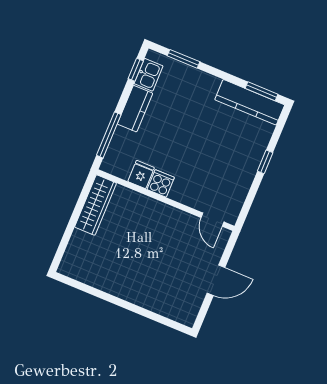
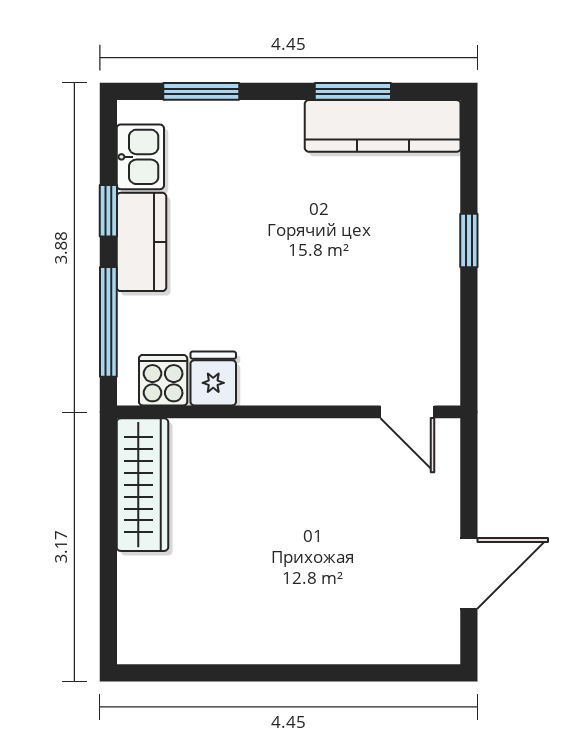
window: (136, 70) -> (108, 211), moved
window: (262, 91) -> (353, 91), moved
cooker: (161, 183) -> (163, 380), moved
door: (216, 280) -> (469, 573), moved

